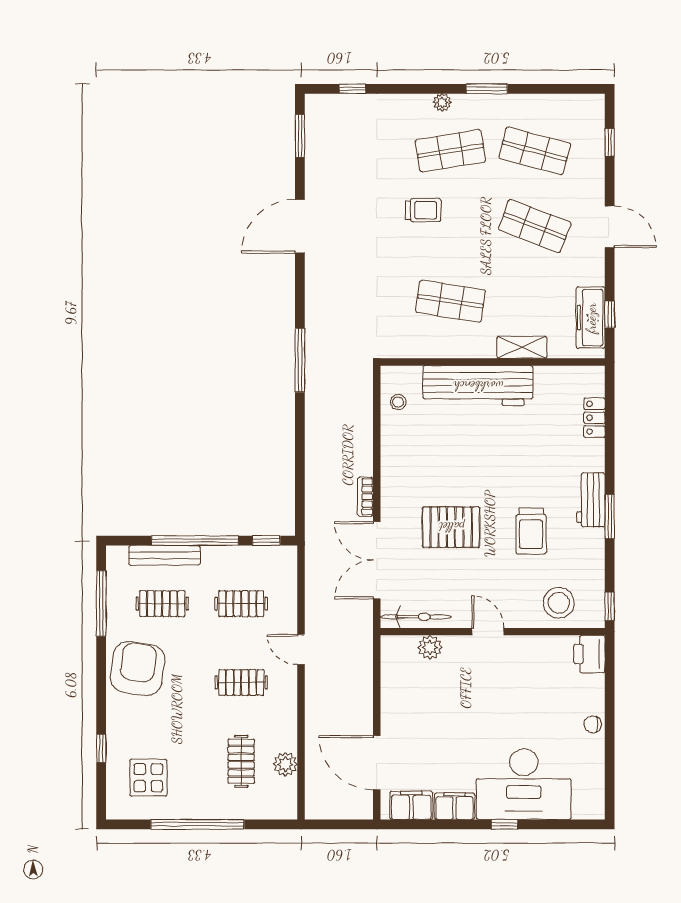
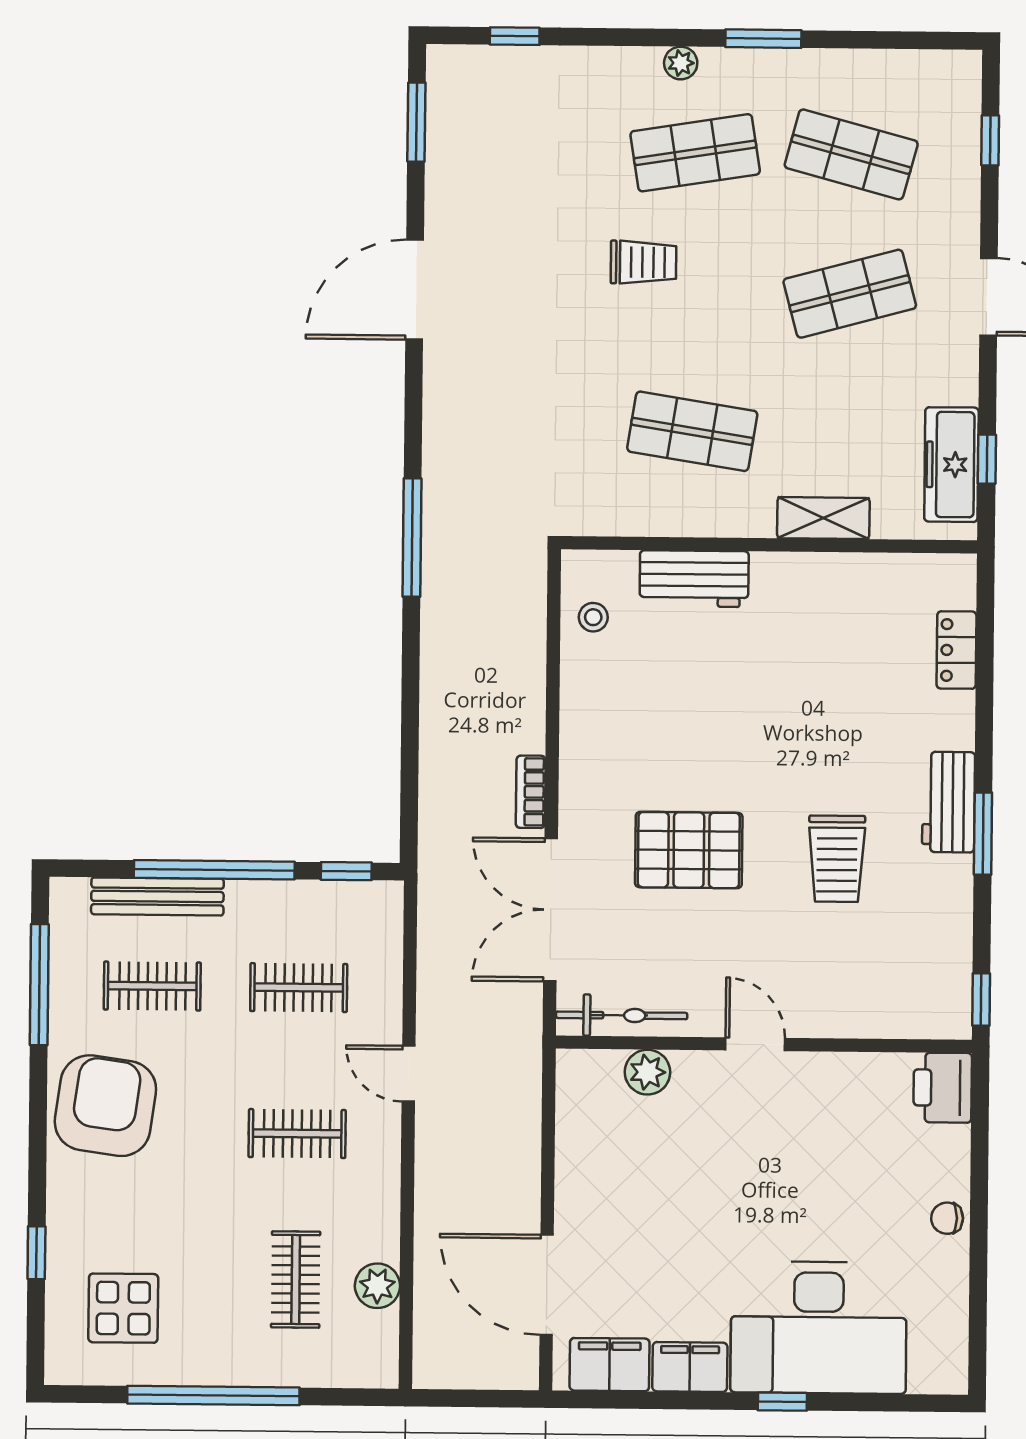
shop shelf: (535, 226) -> (850, 294), turned -36
workbench: (478, 386) -> (694, 579), width x0.53, depth x0.76
stool: (559, 603) -> (887, 992), removed

